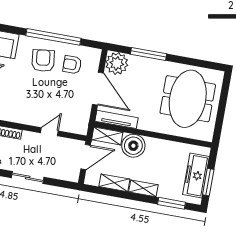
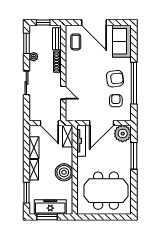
boiler: (133, 146) -> (64, 172), moved

